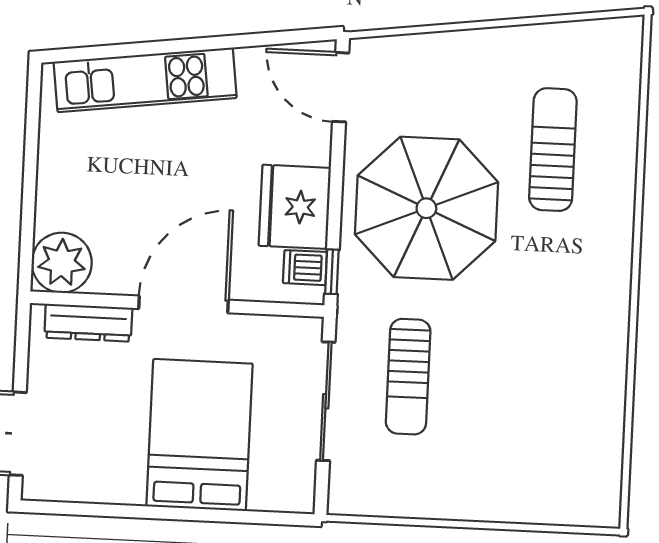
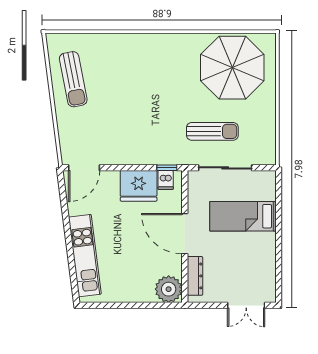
sun lounger: (553, 150) -> (73, 79), moved, turned -101
parasol: (426, 208) -> (232, 68), moved
bed: (200, 435) -> (243, 216), width x0.67

